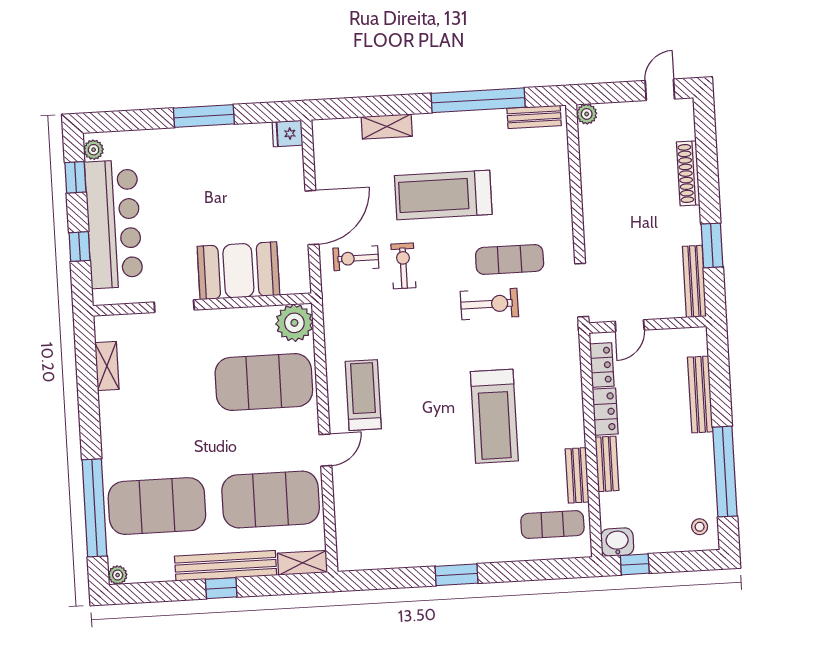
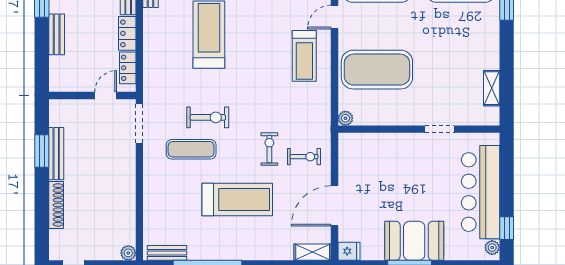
shelving: (387, 126) -> (313, 252), moved
door: (312, 218) -> (335, 206), moved
window: (79, 247) -> (507, 177), removed
exercise bike: (403, 266) -> (269, 149), turned 180
booth: (238, 271) -> (414, 241), moved
bench: (694, 281) -> (56, 154), moved
exercise bike: (489, 304) -> (208, 117), turned 180
plant: (294, 323) -> (345, 118), width x0.53, depth x0.53
bench: (700, 394) -> (57, 34), width x0.73

